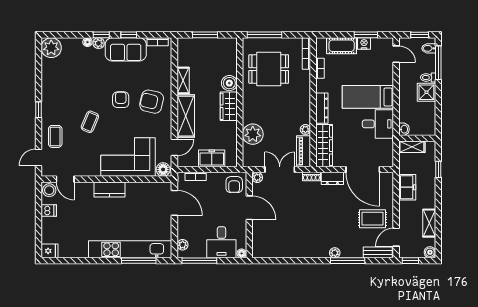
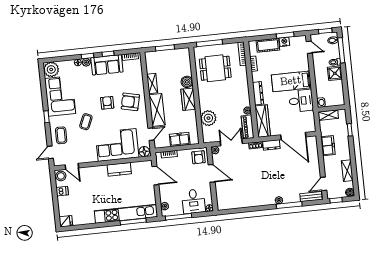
corner sofa: (59, 84) -> (60, 96), added
kitchen counter: (109, 189) -> (119, 169), moved
rug: (373, 219) -> (304, 172), removed

